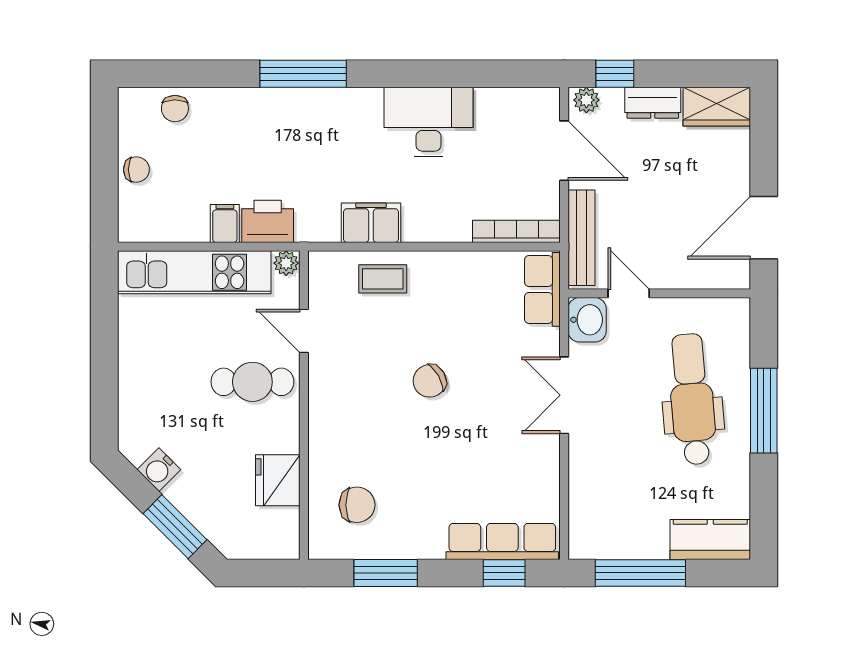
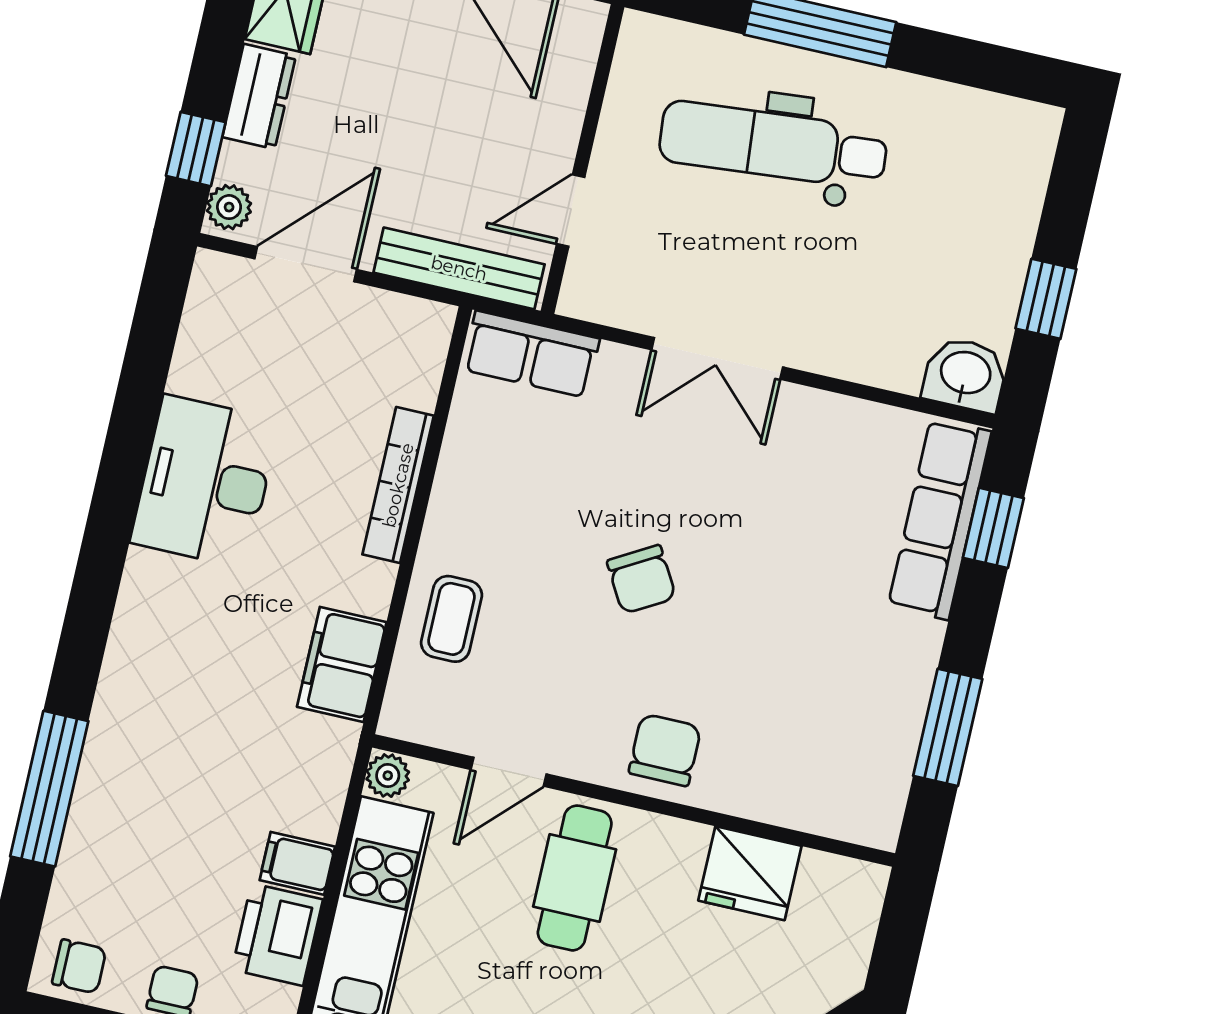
window: (303, 74) -> (49, 789), moved
chair: (175, 108) -> (79, 966), moved
printer: (268, 221) -> (277, 935), moved
filing cabinet: (371, 223) -> (342, 665), moved
bookcase: (516, 231) -> (398, 485), moved
washbasin: (587, 320) -> (965, 374), moved
chair: (357, 505) -> (665, 750), moved
kitchen counter: (710, 540) -> (1017, 168), removed
window: (640, 573) -> (1046, 299), width x0.46

